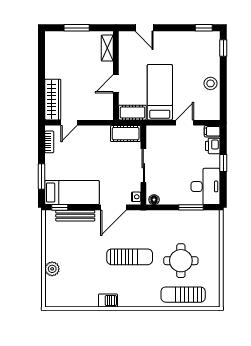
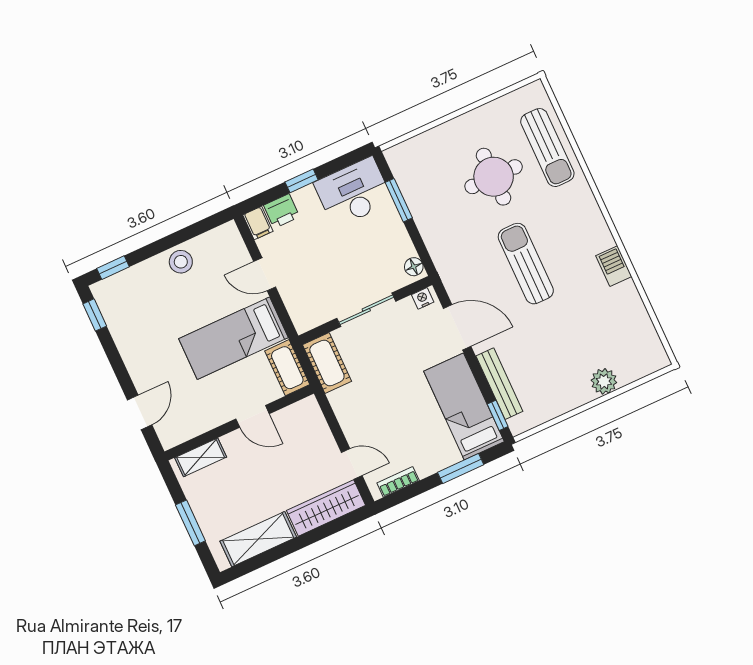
shelving: (53, 58) -> (258, 539), added

